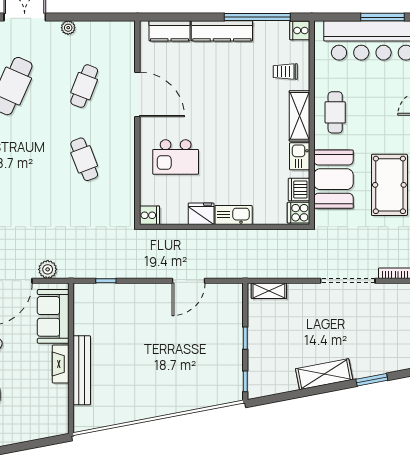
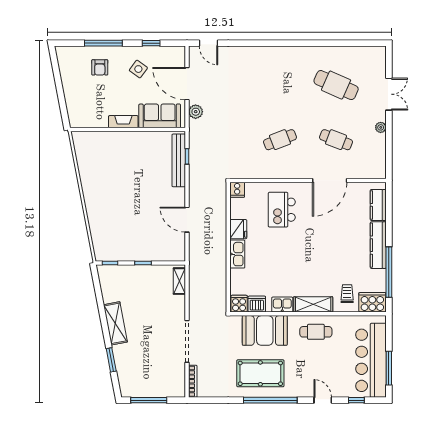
cooker: (300, 31) -> (372, 302), width x1.87, depth x1.31
bench: (82, 370) -> (179, 160), moved, turned 90

